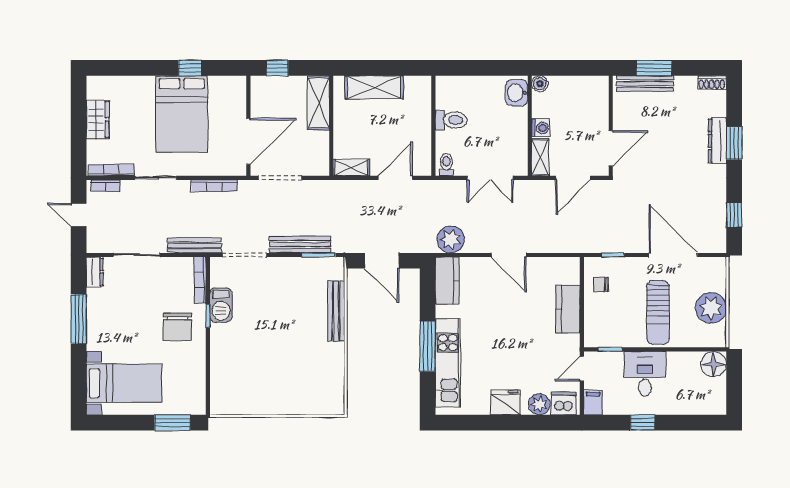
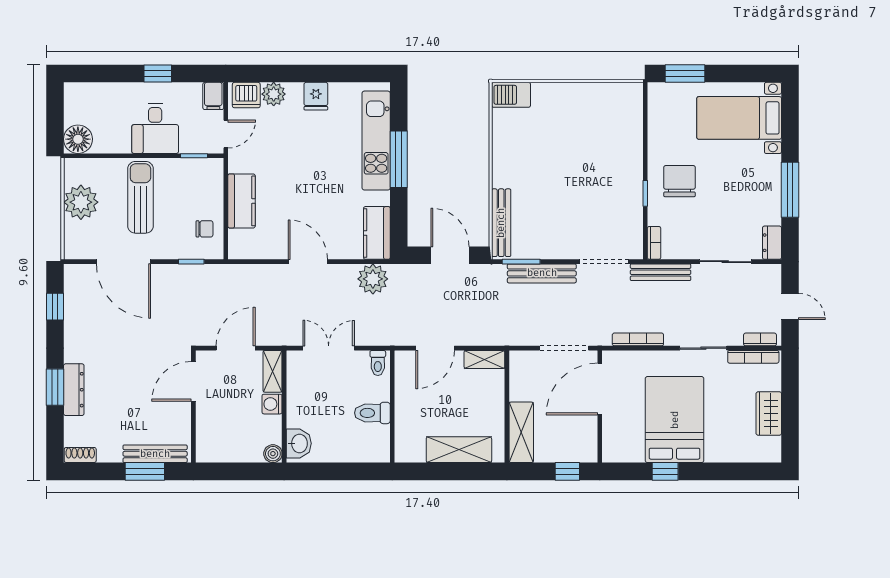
bookcase: (200, 280) -> (654, 243), width x0.64
barbecue: (221, 305) -> (511, 95), moved, turned -90
bench: (336, 311) -> (501, 223), moved
fridge: (506, 402) -> (316, 96), width x0.72

